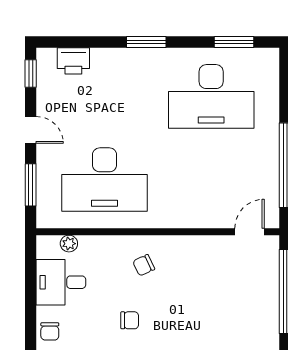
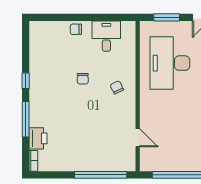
door: (250, 232) -> (138, 138), moved
plant: (69, 244) -> (130, 41), removed

